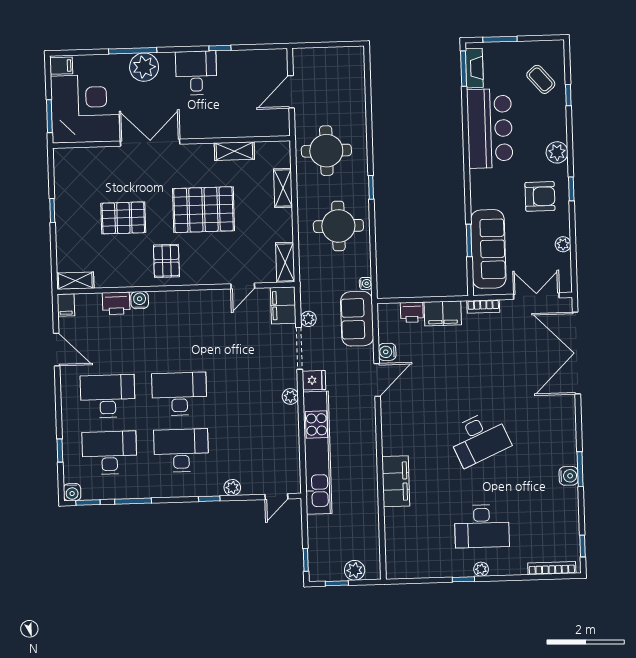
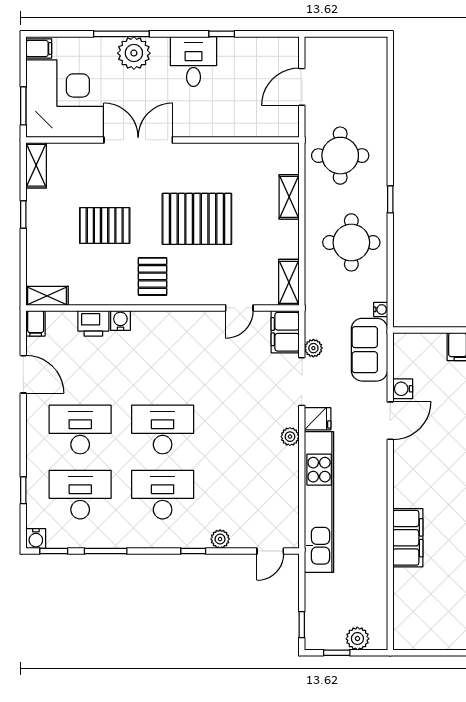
shelving: (234, 151) -> (36, 165), moved, turned 90
printer: (412, 312) -> (433, 344), removed

